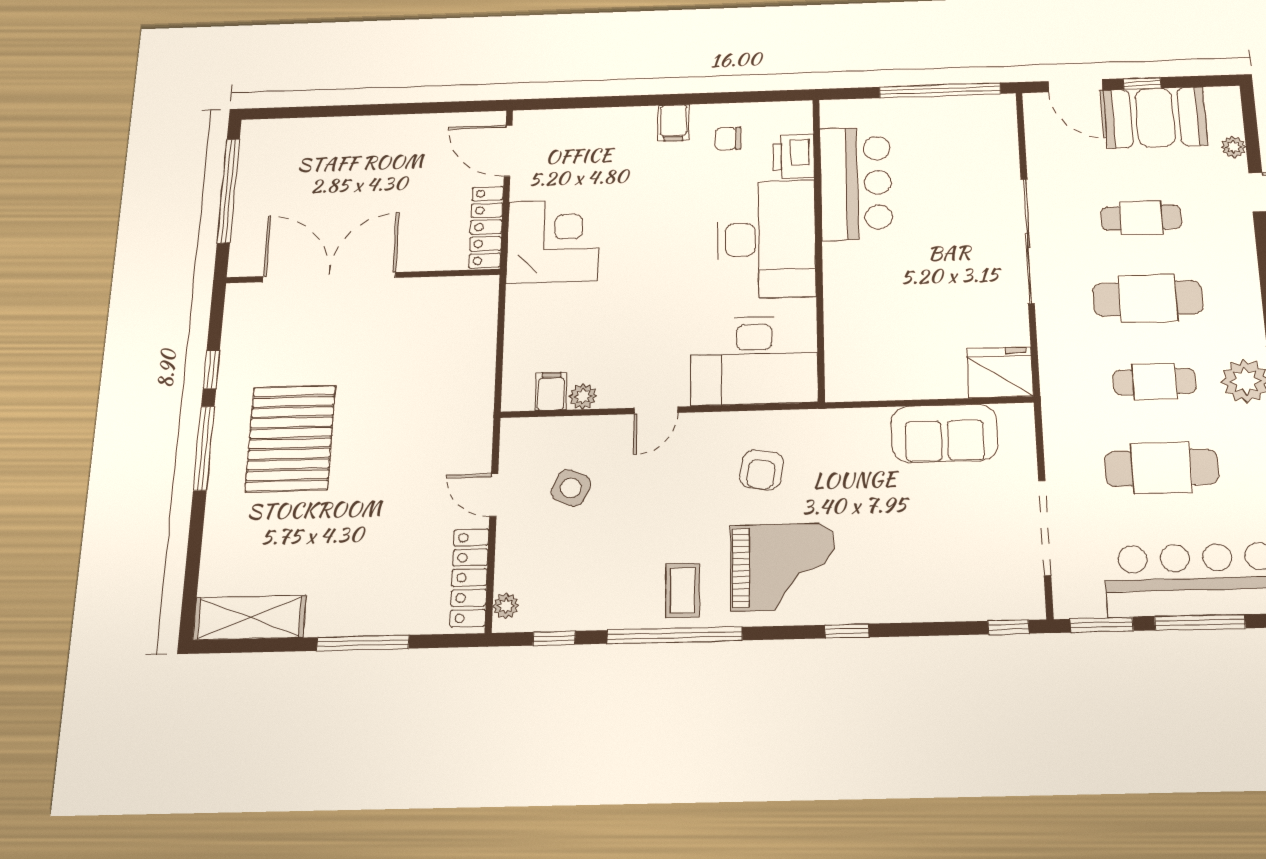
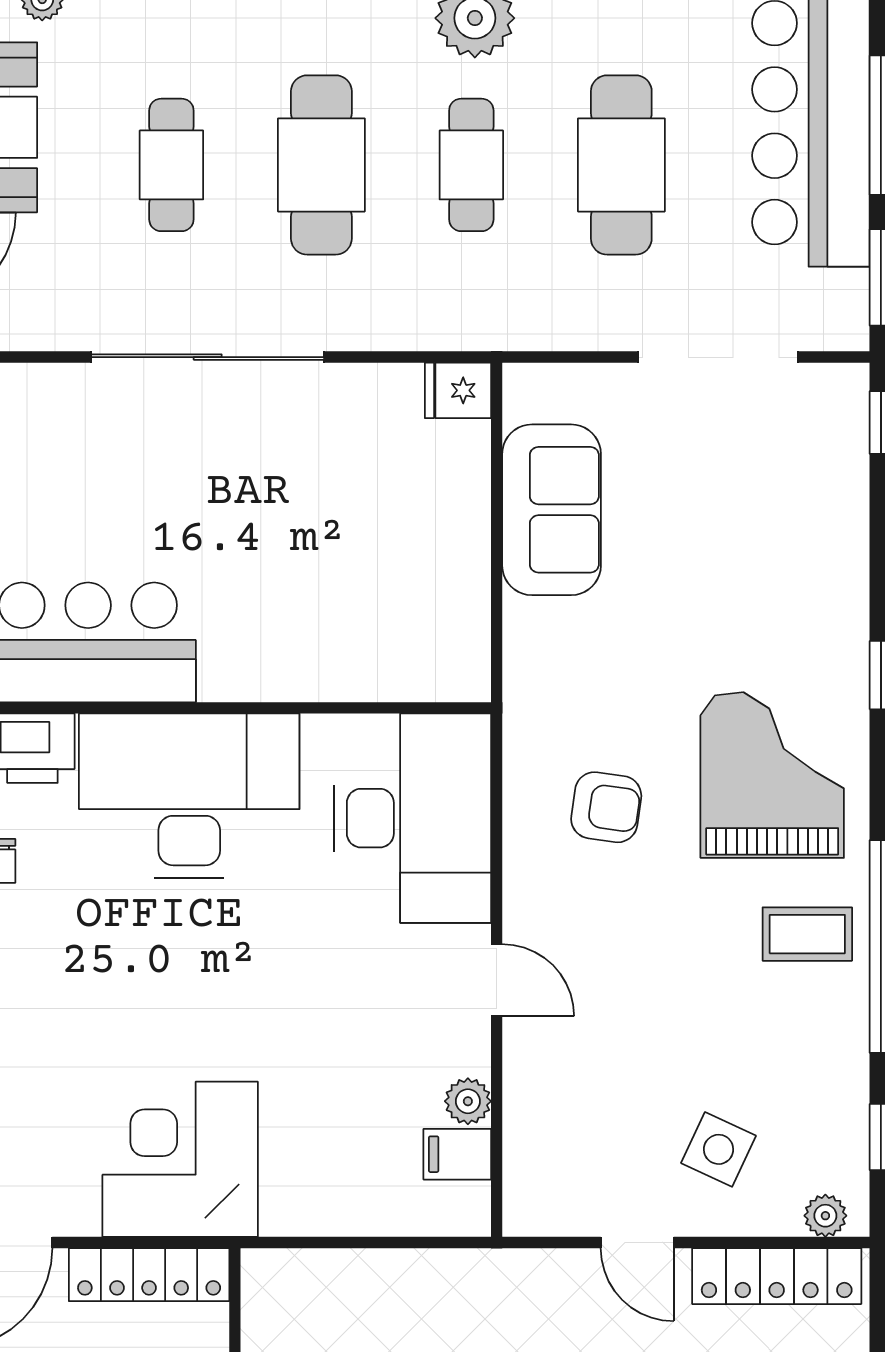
fridge: (1000, 372) -> (458, 390), width x0.53, depth x0.75
side table: (571, 488) -> (719, 1149), moved
door: (494, 495) -> (637, 1242), hinge flipped

